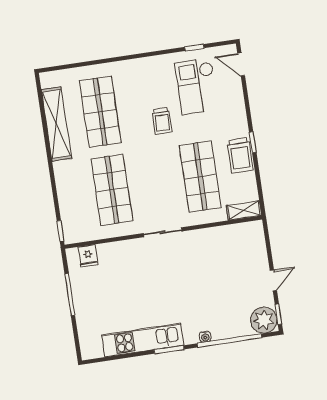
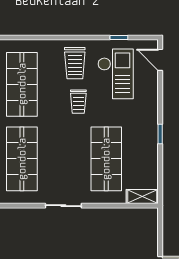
checkout: (197, 86) -> (115, 74), turned 180
trolley: (240, 155) -> (75, 63), moved

